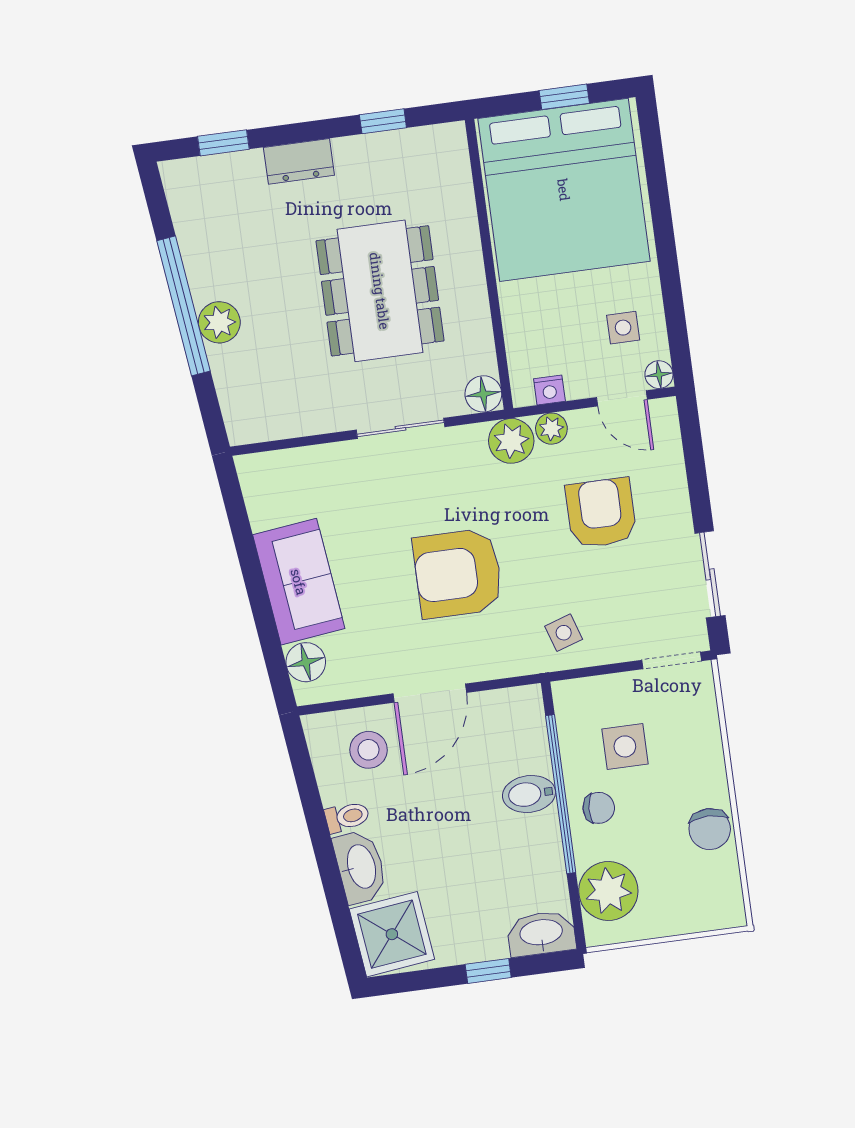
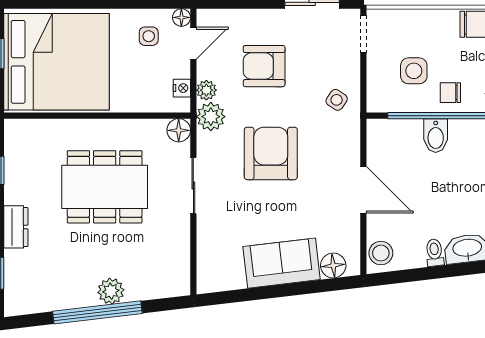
armchair: (458, 573) -> (271, 153), moved, turned 180
side table: (564, 633) -> (337, 100), turned -38
stool: (369, 750) -> (381, 253), moved
chair: (599, 808) -> (450, 93), turned -94

